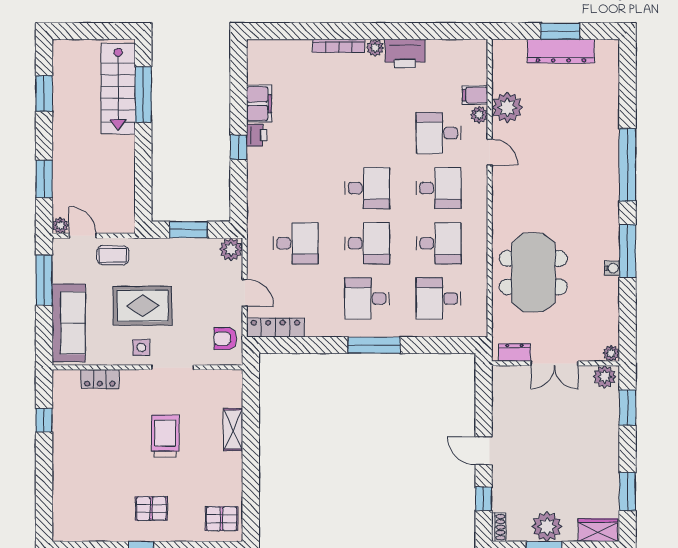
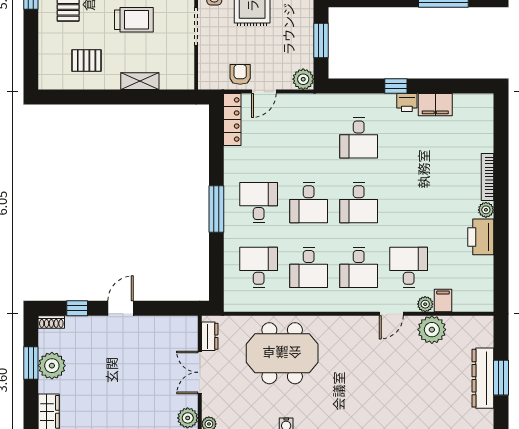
desk: (296, 243) -> (359, 138), moved
armchair: (225, 339) -> (240, 74), moved
pallet: (222, 519) -> (87, 61), moved, turned 90

